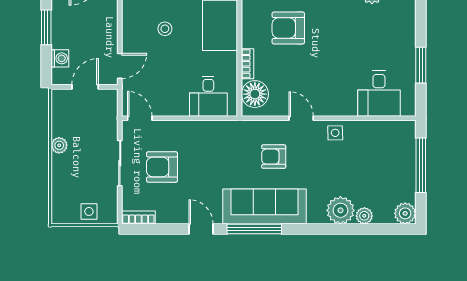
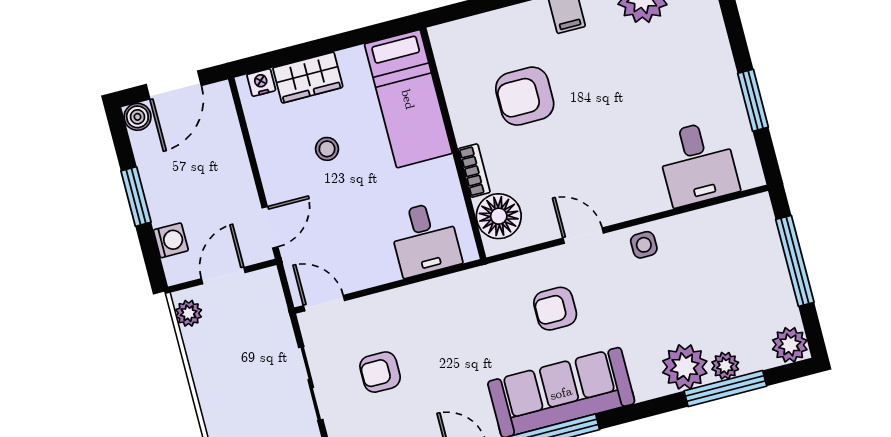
plant: (59, 145) -> (189, 313), moved
armchair: (162, 167) -> (380, 372), width x0.72, depth x0.72
window: (361, 229) -> (725, 389), added

